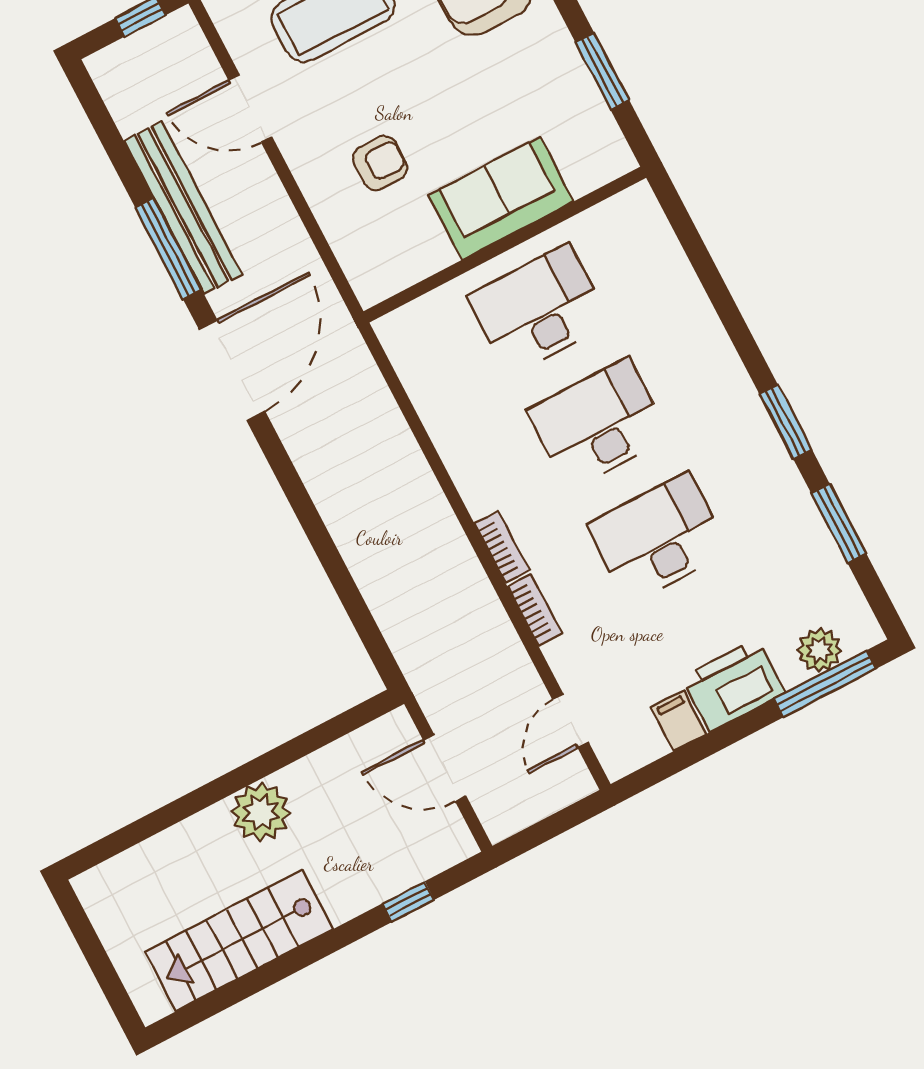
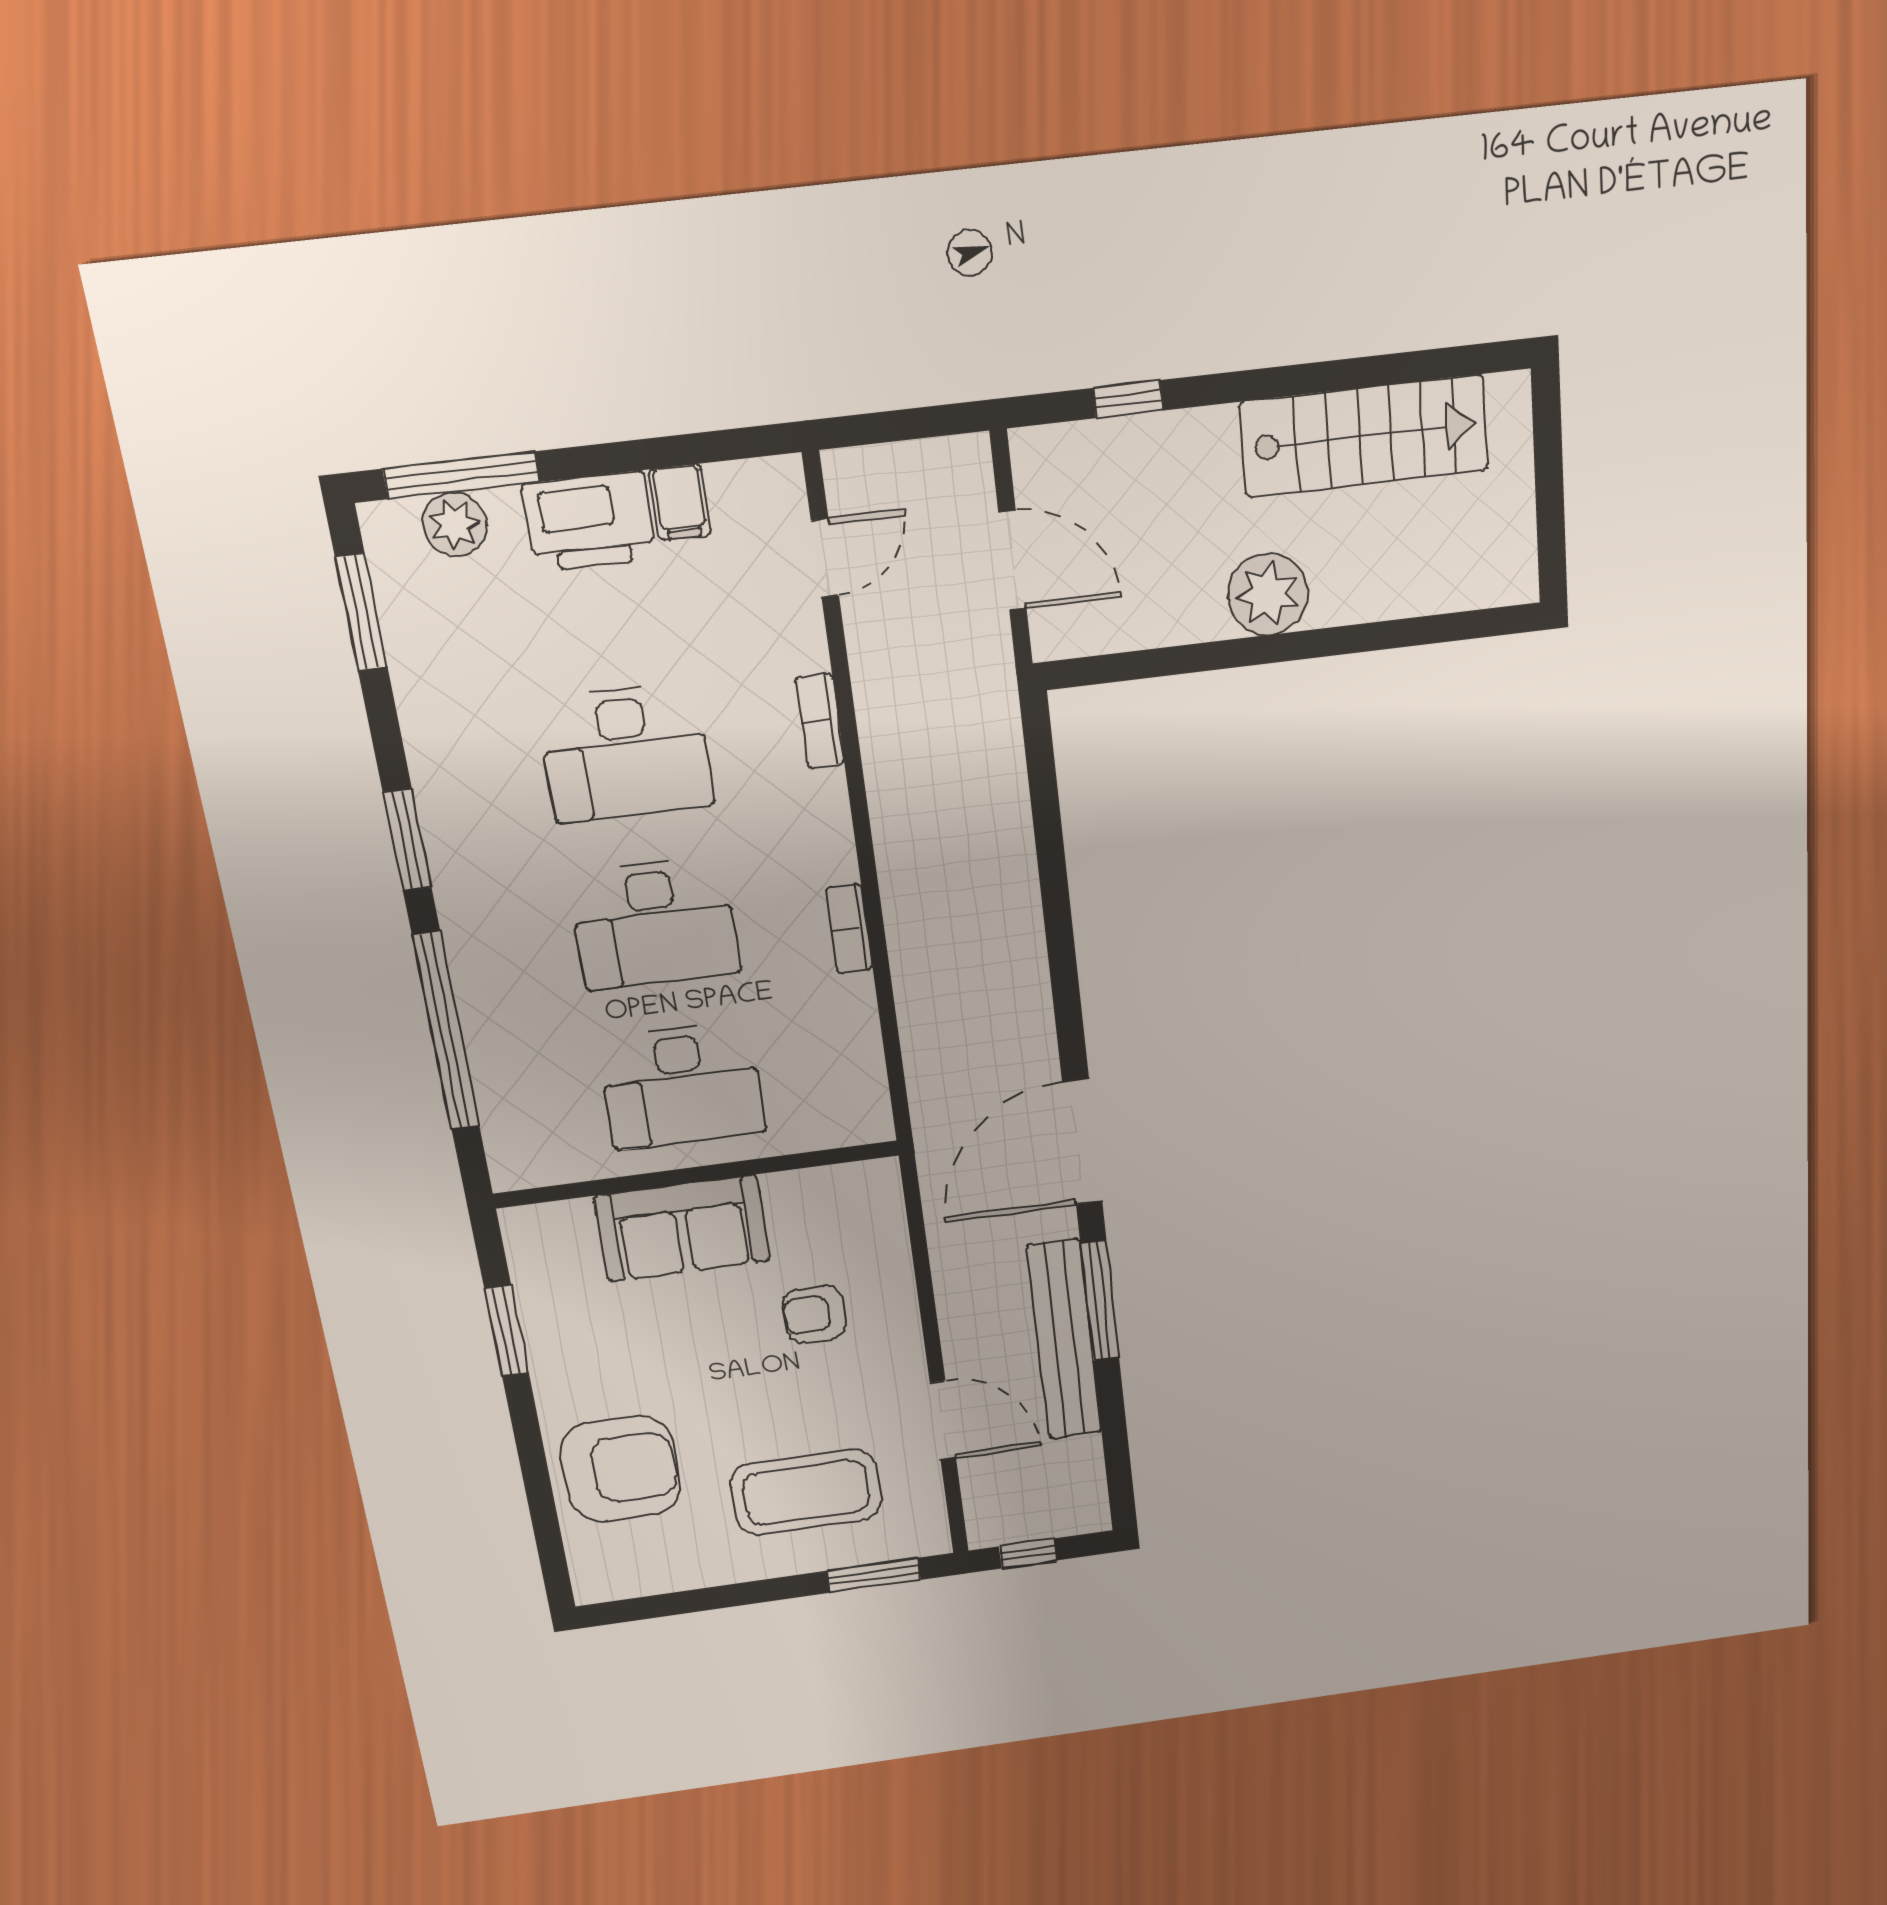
window: (717, 291) -> (446, 1031), added
window: (839, 523) -> (361, 612), moved
bookcase: (502, 547) -> (849, 929), moved

